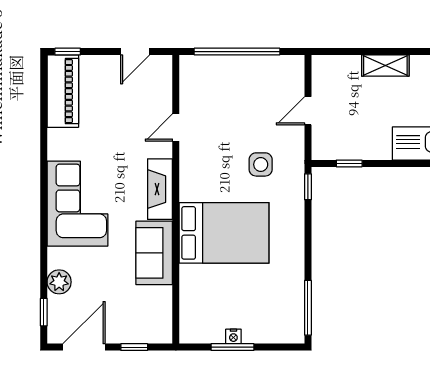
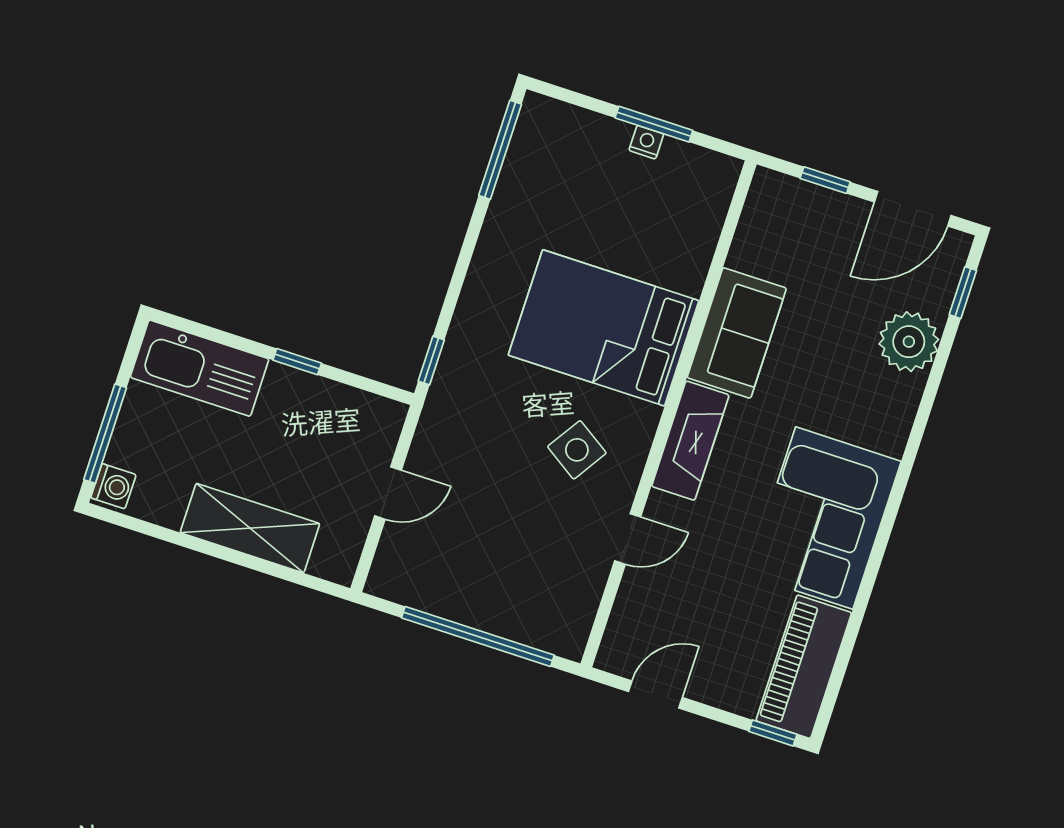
shelving: (385, 66) -> (250, 528), width x1.50, depth x1.33
window: (349, 163) -> (297, 362), moved
side table: (261, 164) -> (577, 450), moved, turned 33
corner sofa: (77, 204) -> (824, 518), moved
plant: (59, 282) -> (909, 342), width x1.36, depth x1.36

